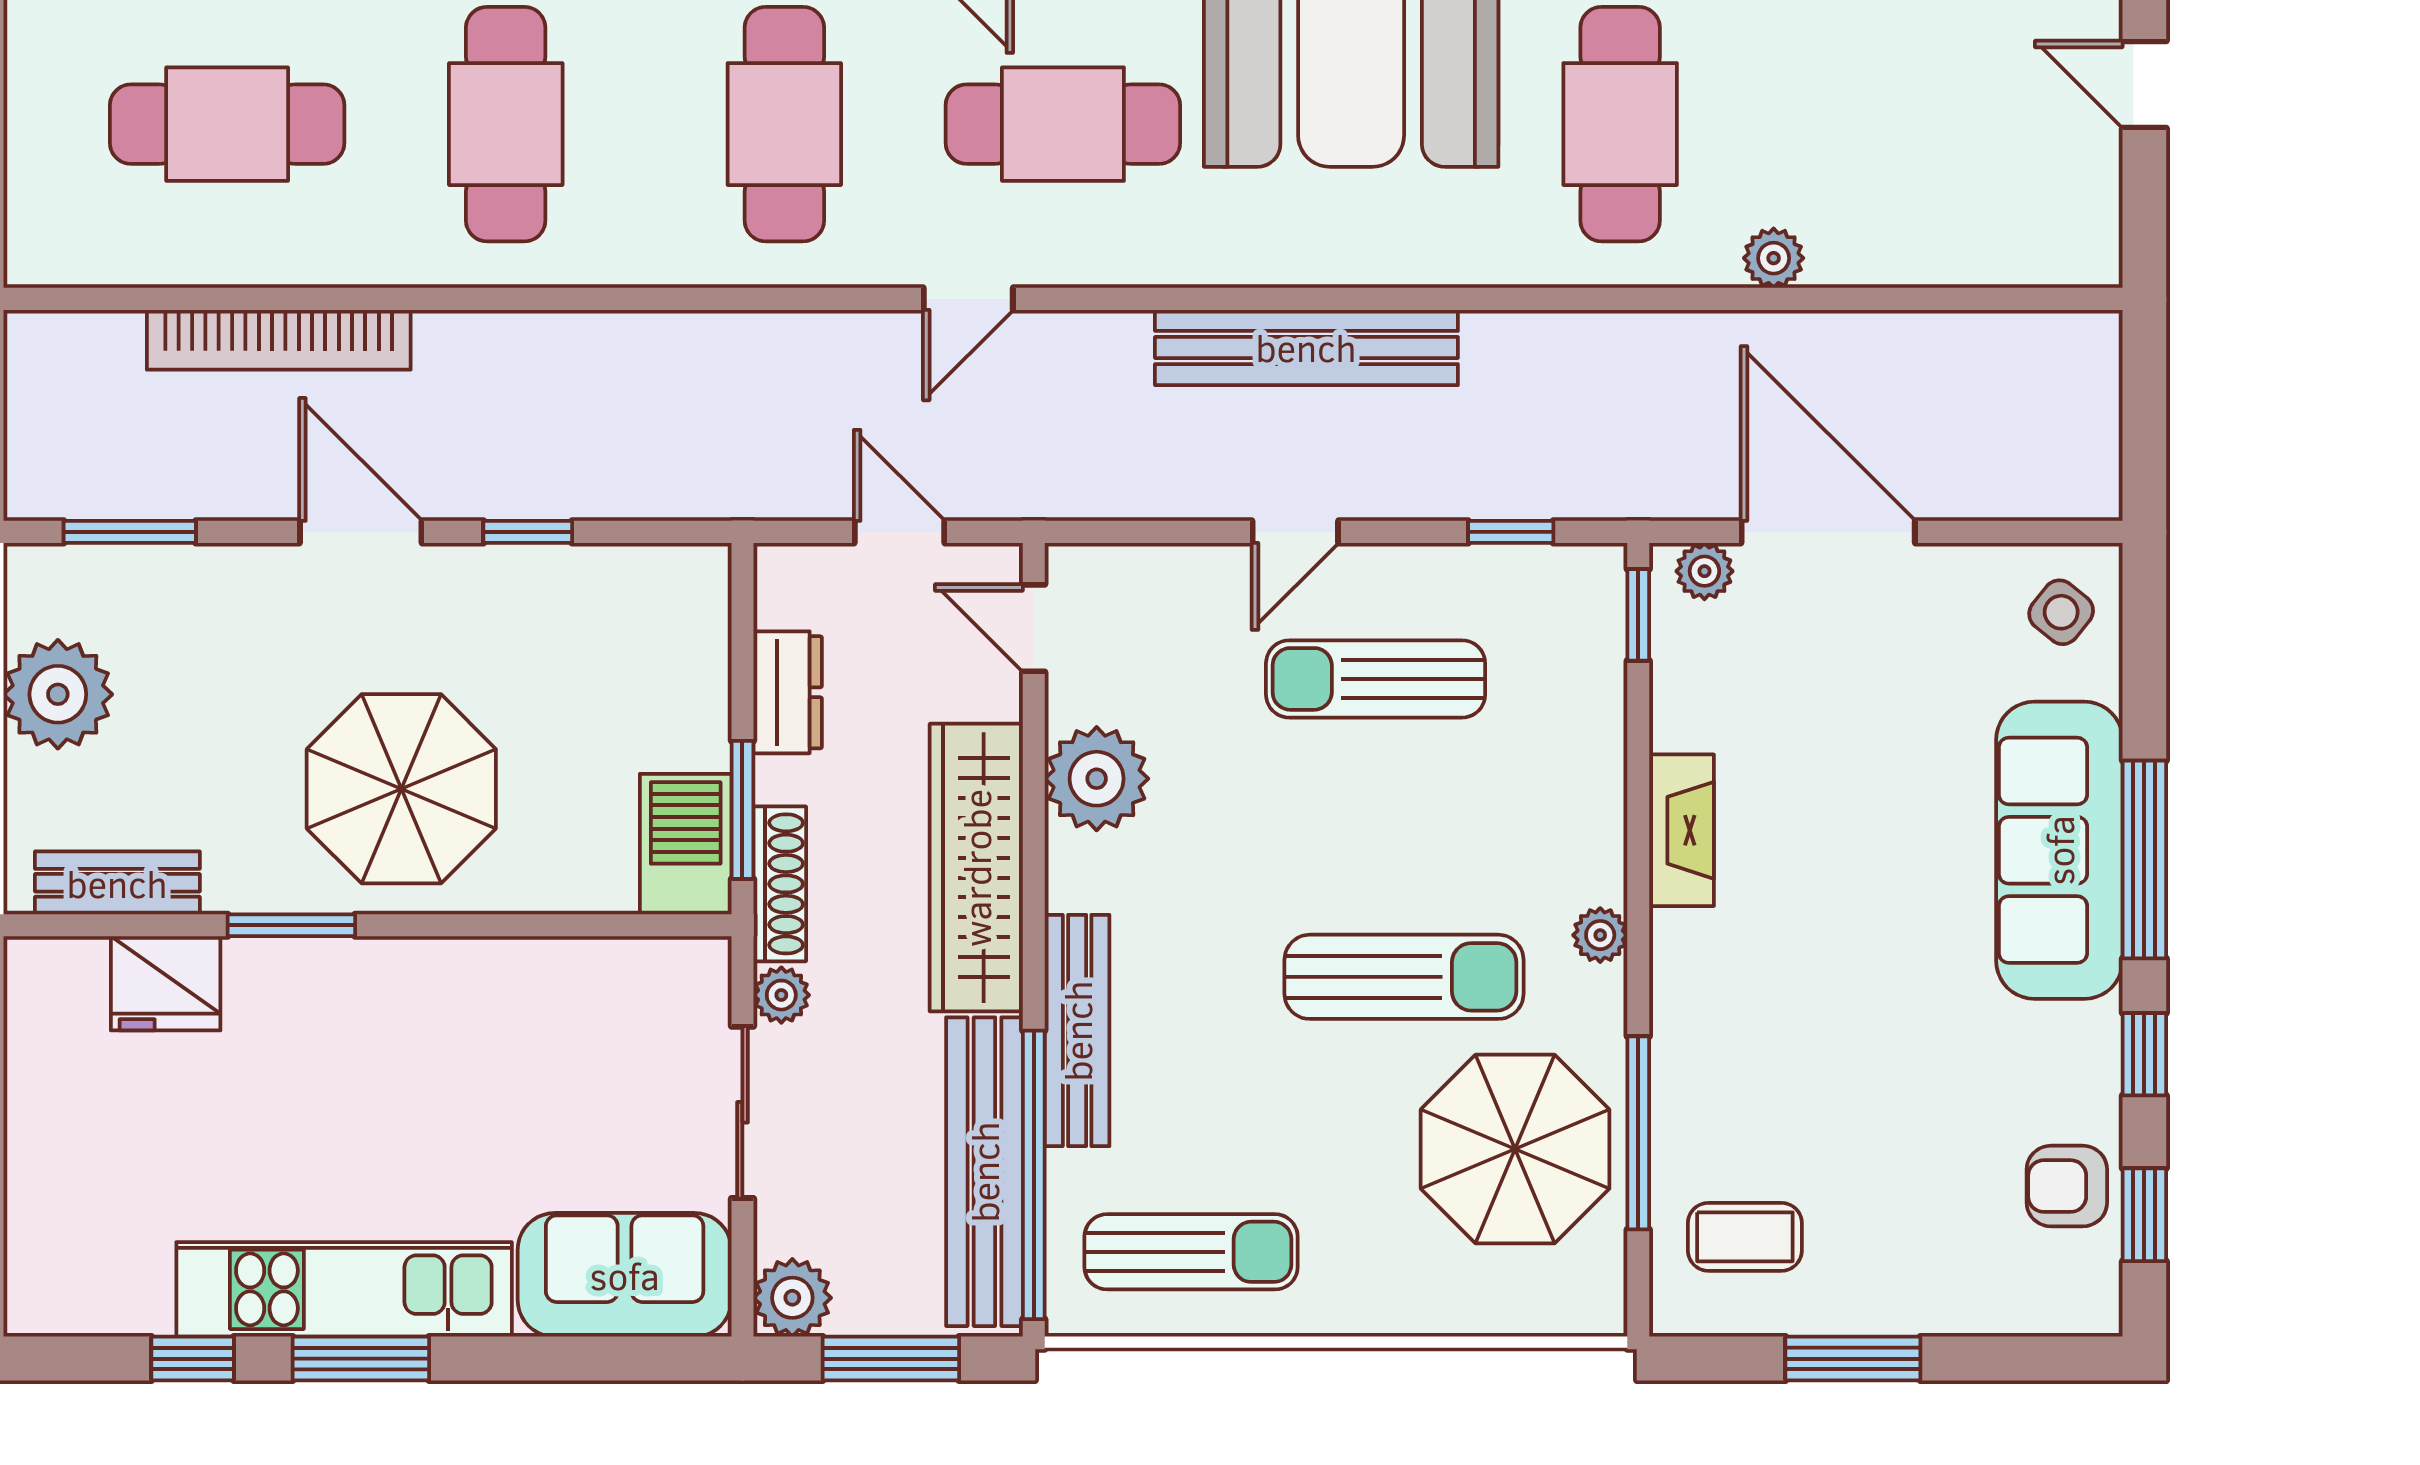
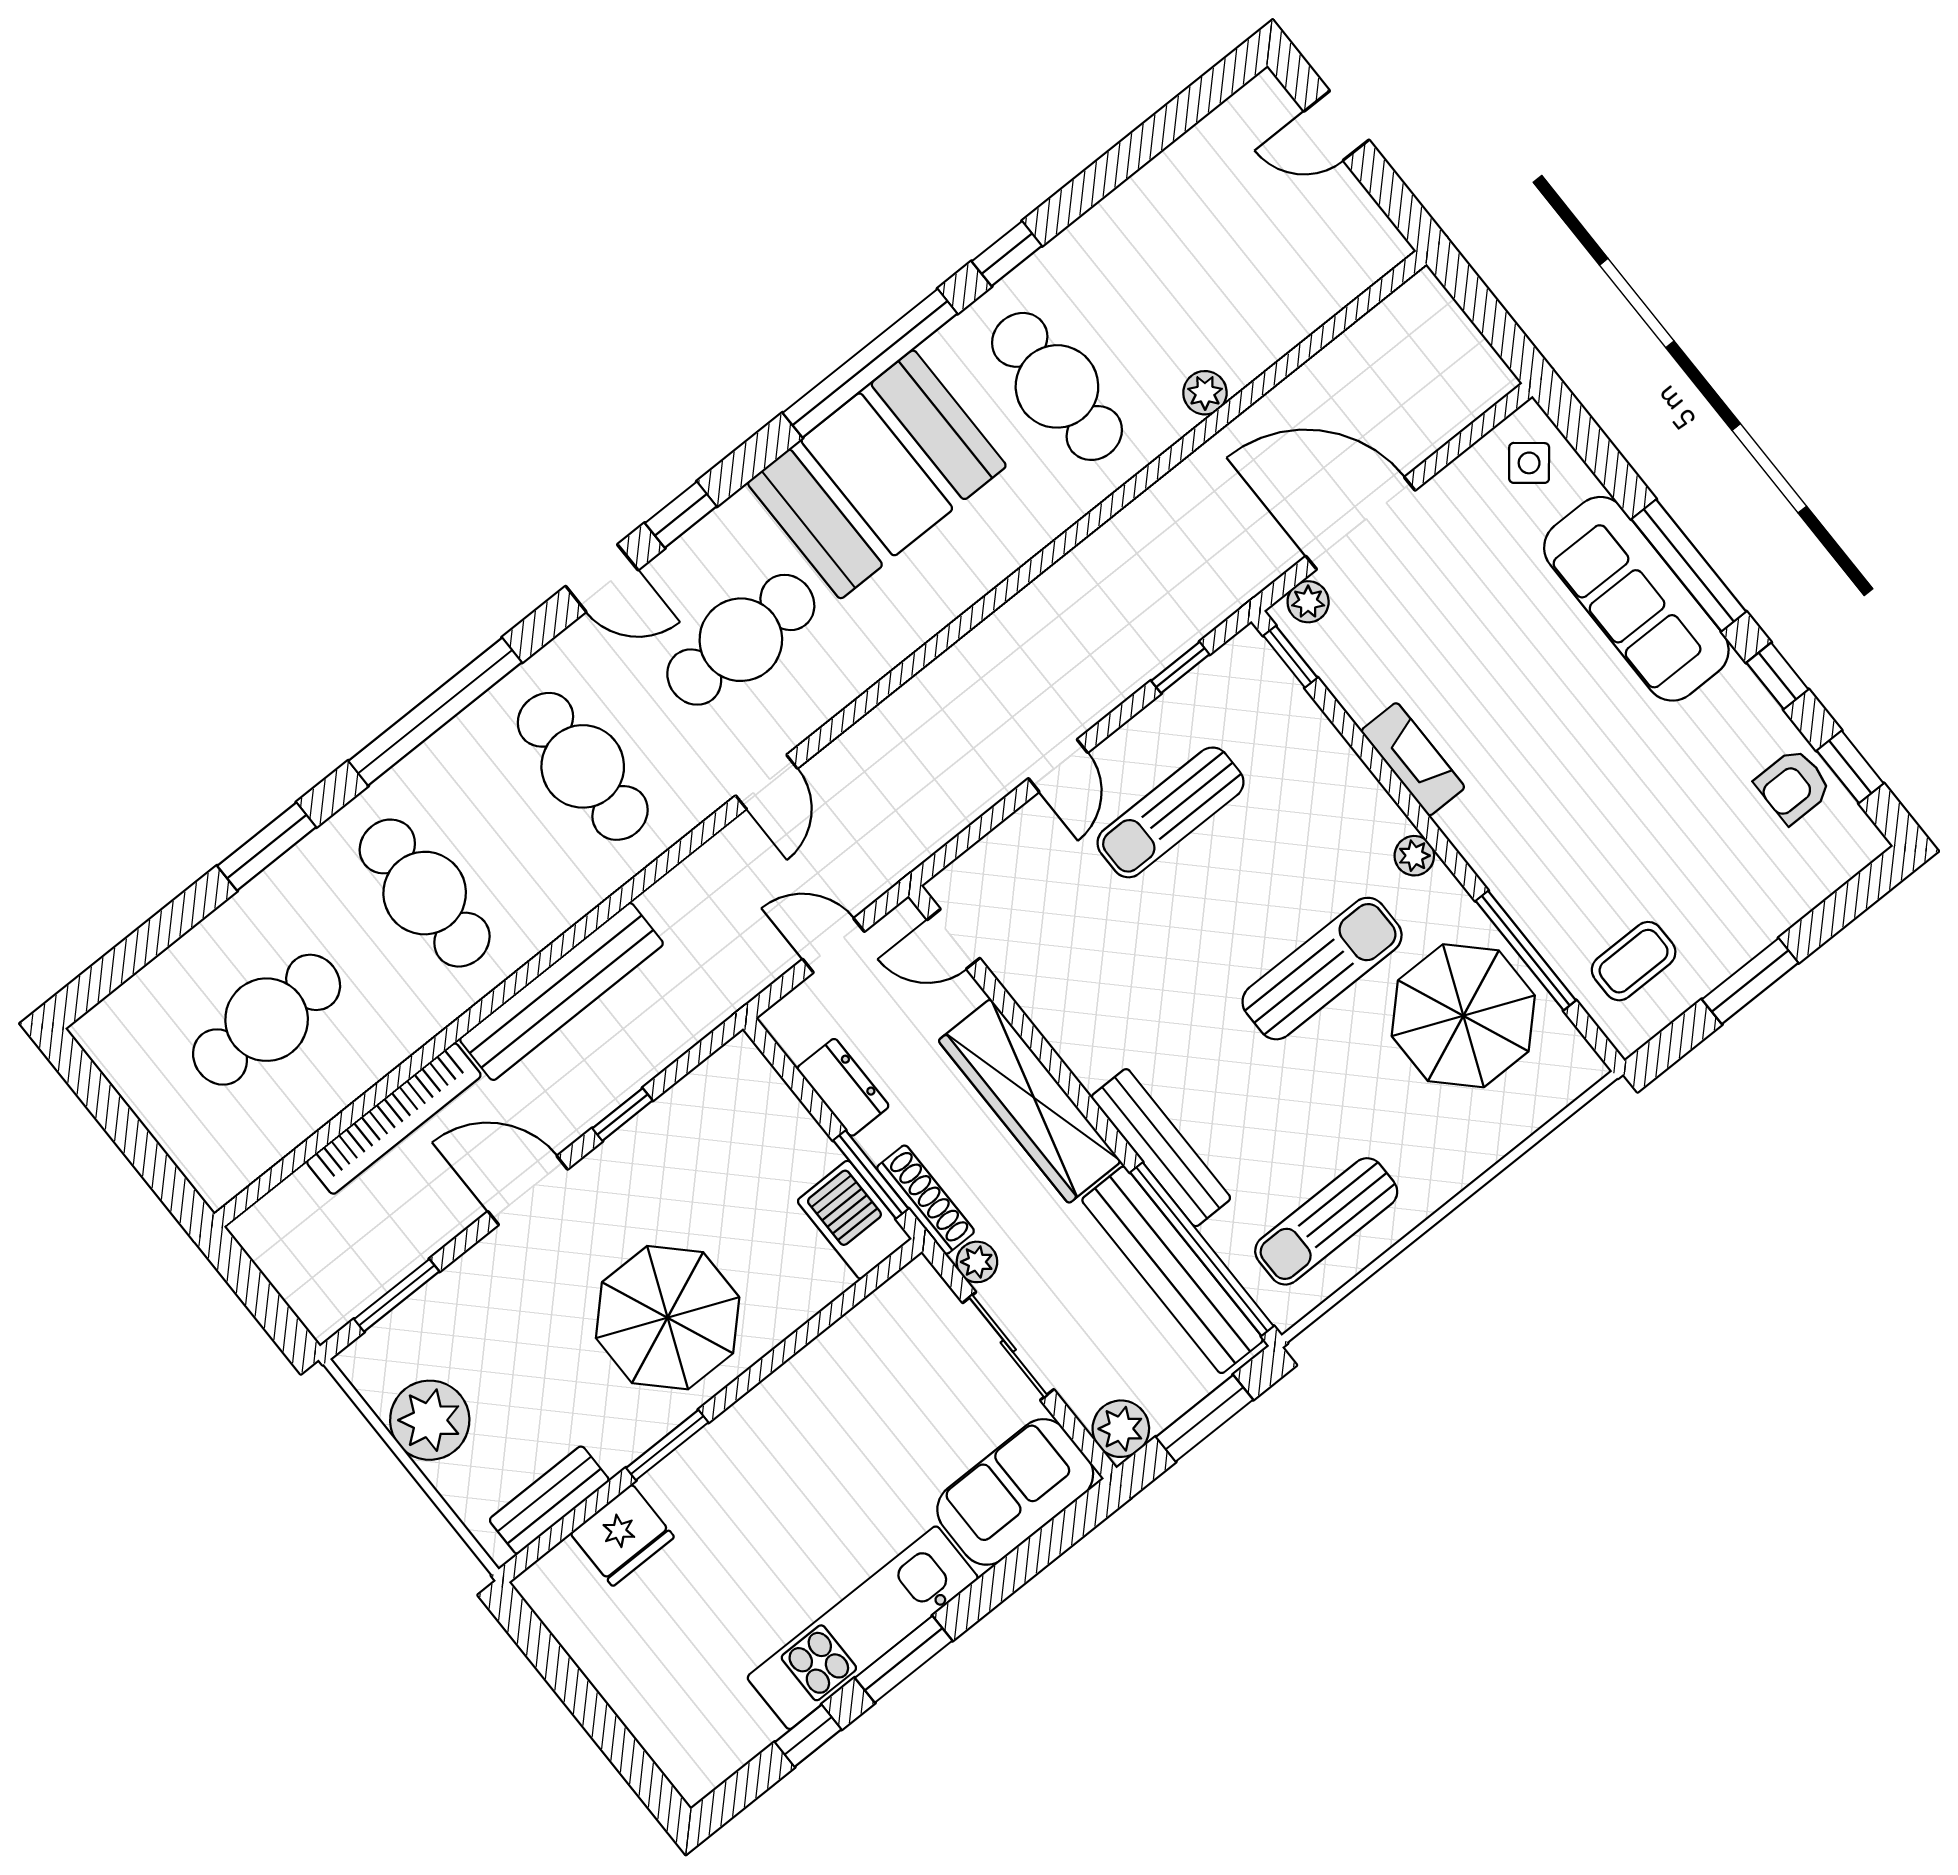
bench: (1306, 347) -> (562, 992), moved
plant: (1097, 779) -> (1058, 996), removed
sun lounger: (1191, 1252) -> (1326, 1221), turned 180

